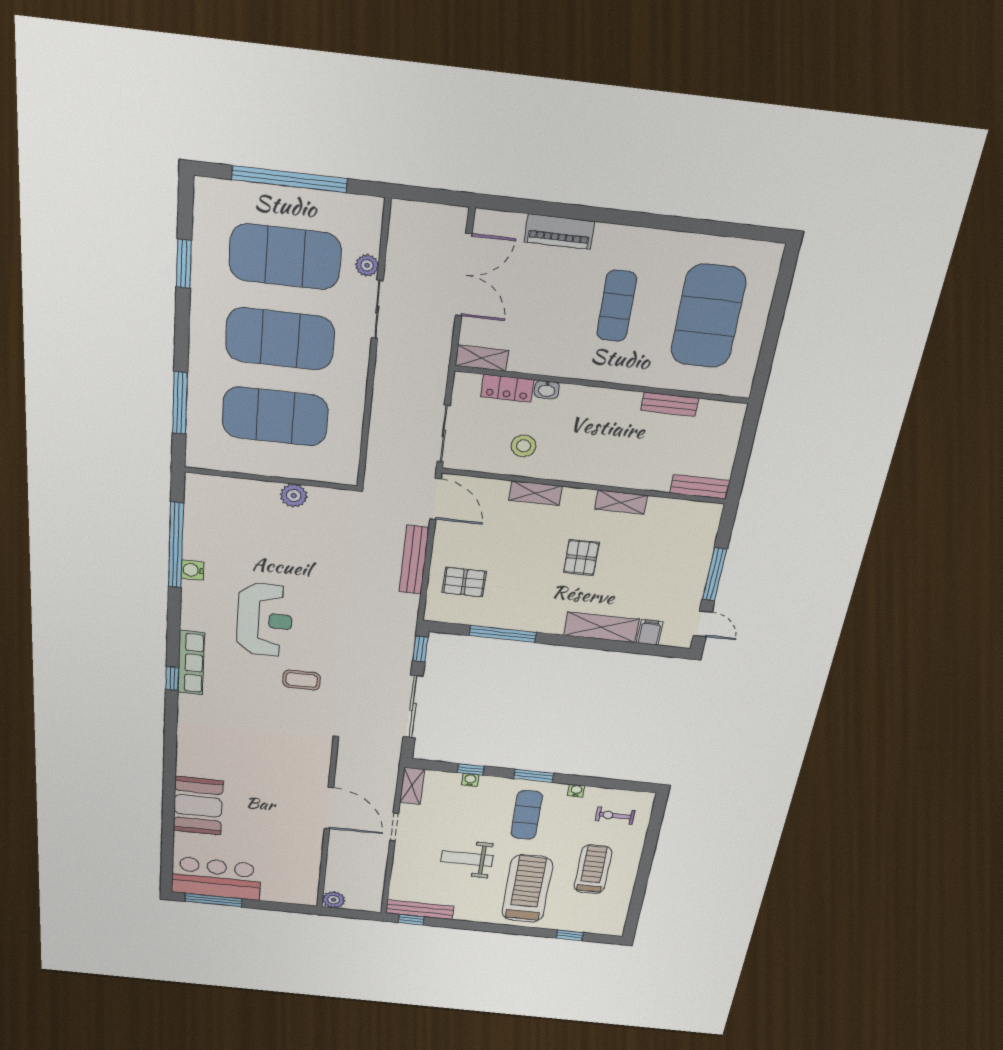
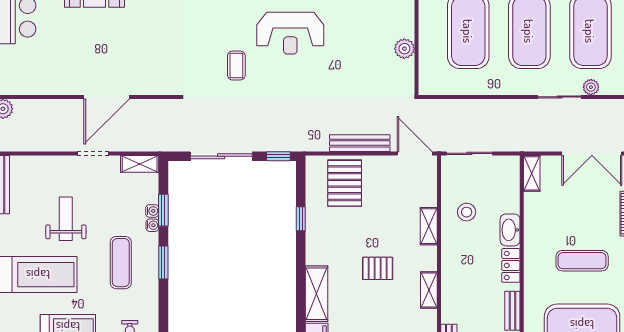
locker: (507, 388) -> (511, 265), moved
washbasin: (547, 390) -> (510, 230), width x1.91, depth x1.45
door: (435, 499) -> (415, 153), swing flipped
pallet: (464, 582) -> (345, 183), width x1.50, depth x1.42
window: (503, 634) -> (301, 219), width x0.46
window: (471, 769) -> (163, 210), width x1.50
water cooler: (576, 791) -> (152, 225), moved
exercise mat: (527, 815) -> (121, 263), turned 90

